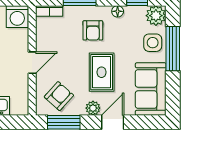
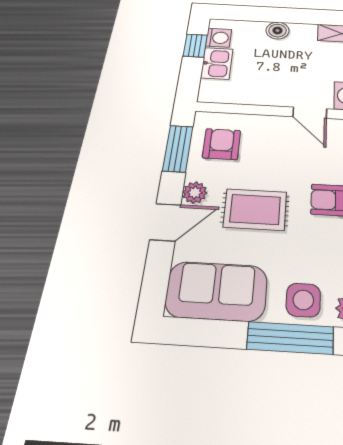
door: (32, 63) -> (310, 113), moved
armchair: (59, 96) -> (222, 144), turned -132
door: (113, 122) -> (165, 222), hinge flipped

